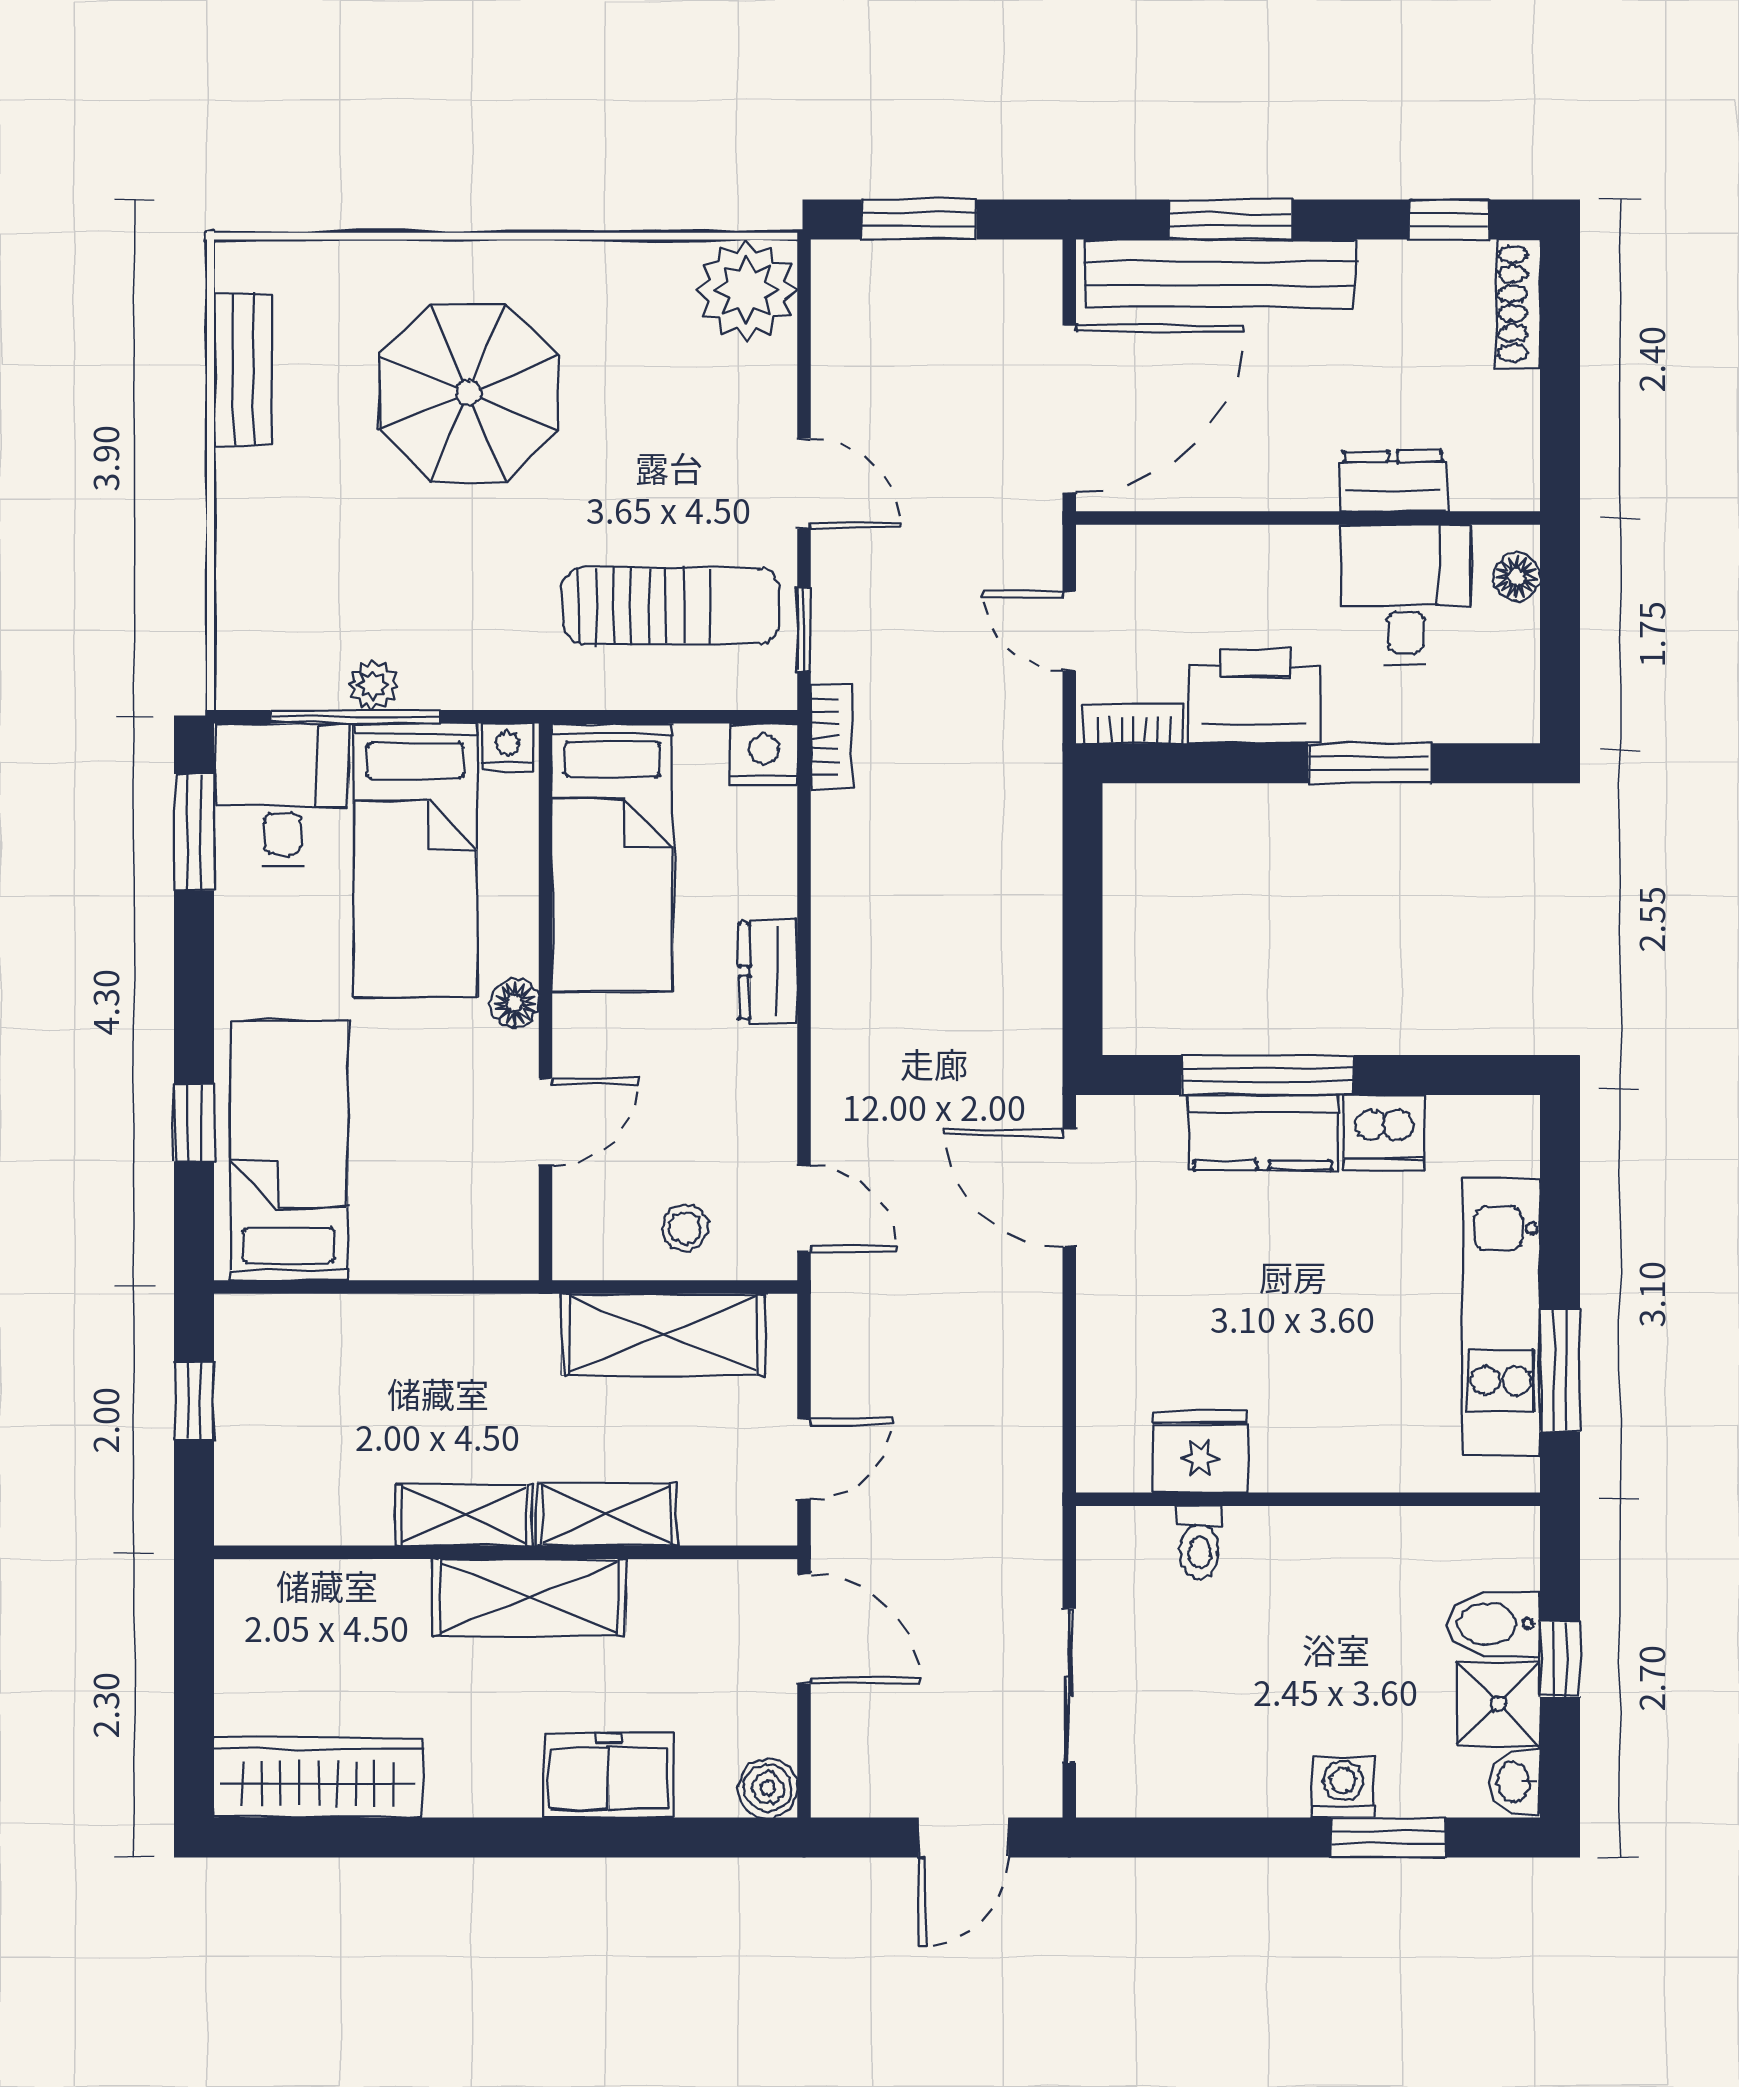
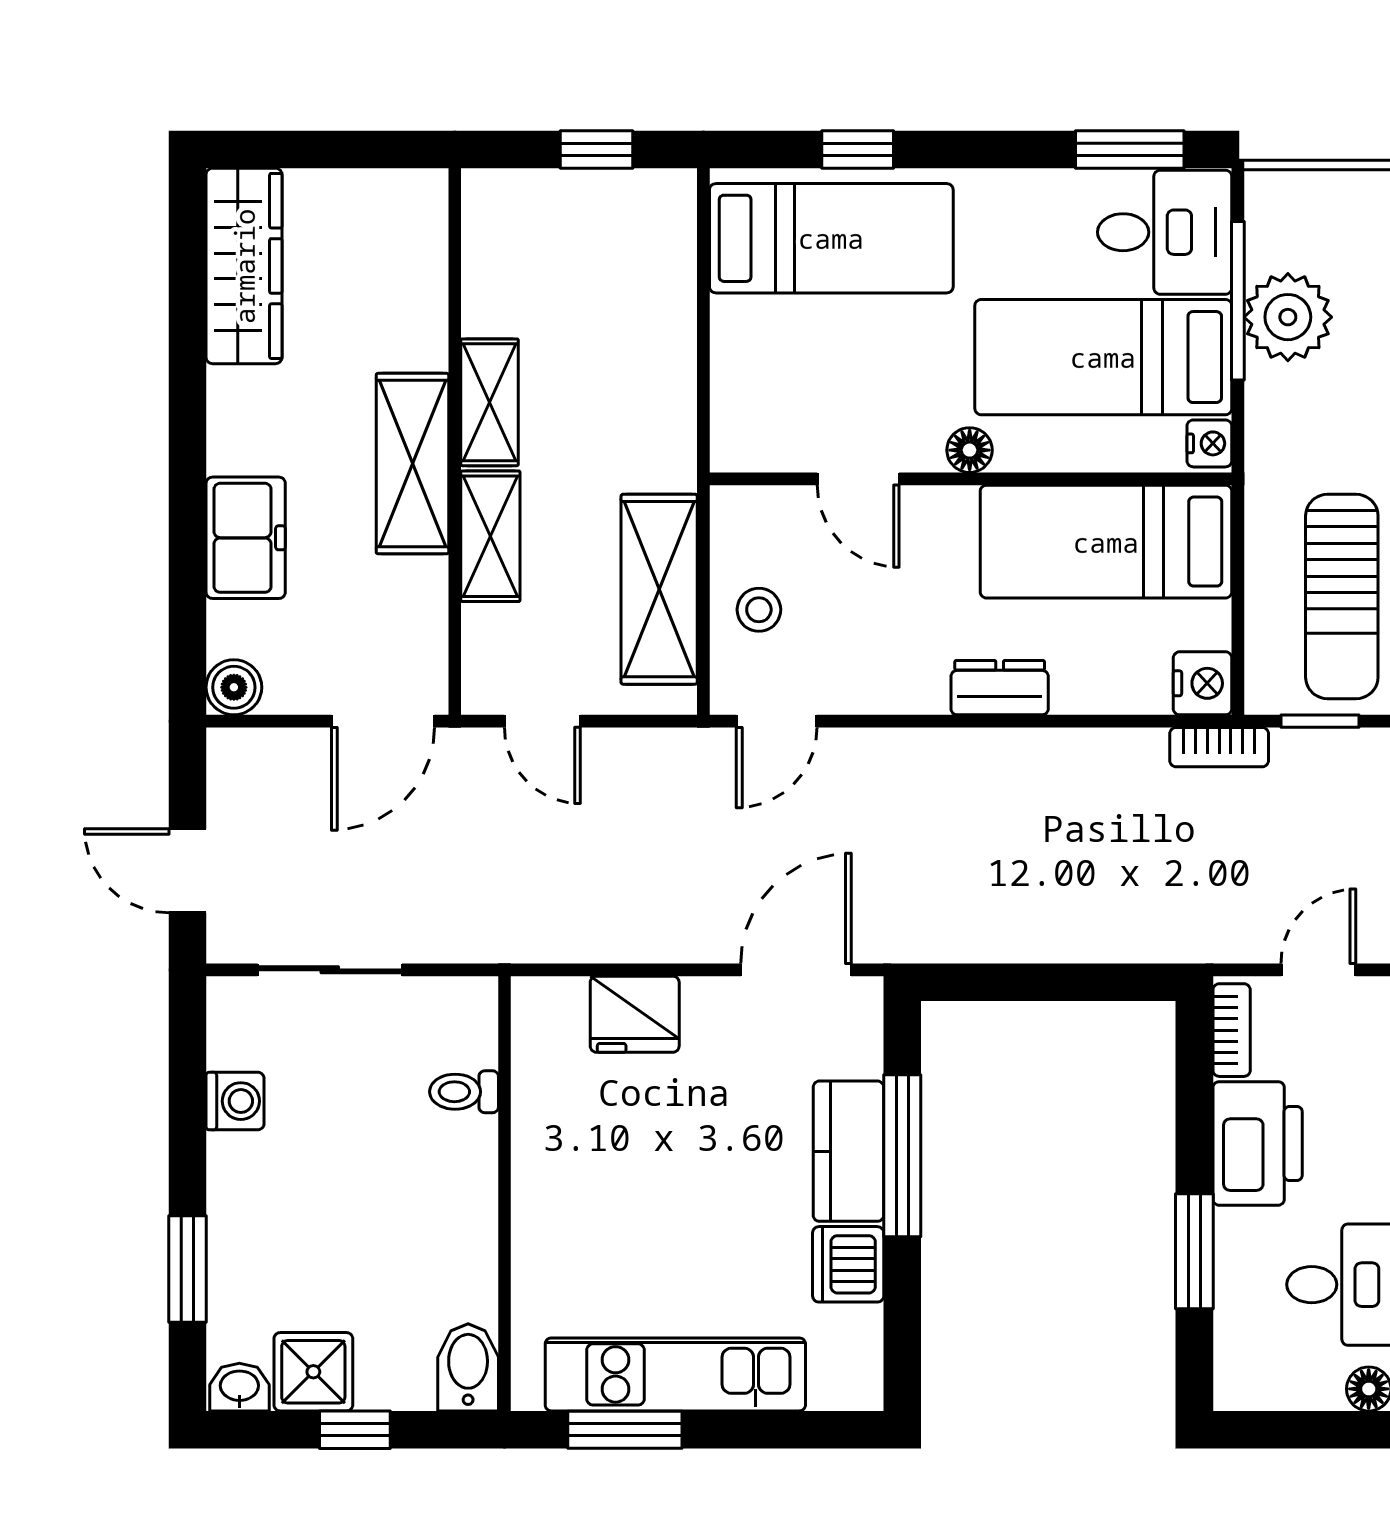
plant: (373, 685) -> (1288, 317), width x1.87, depth x1.87
fridge: (1200, 1452) -> (635, 1014), moved, turned 90
bidet: (1493, 1624) -> (468, 1367), moved
washing machine: (1343, 1787) -> (235, 1101), moved

